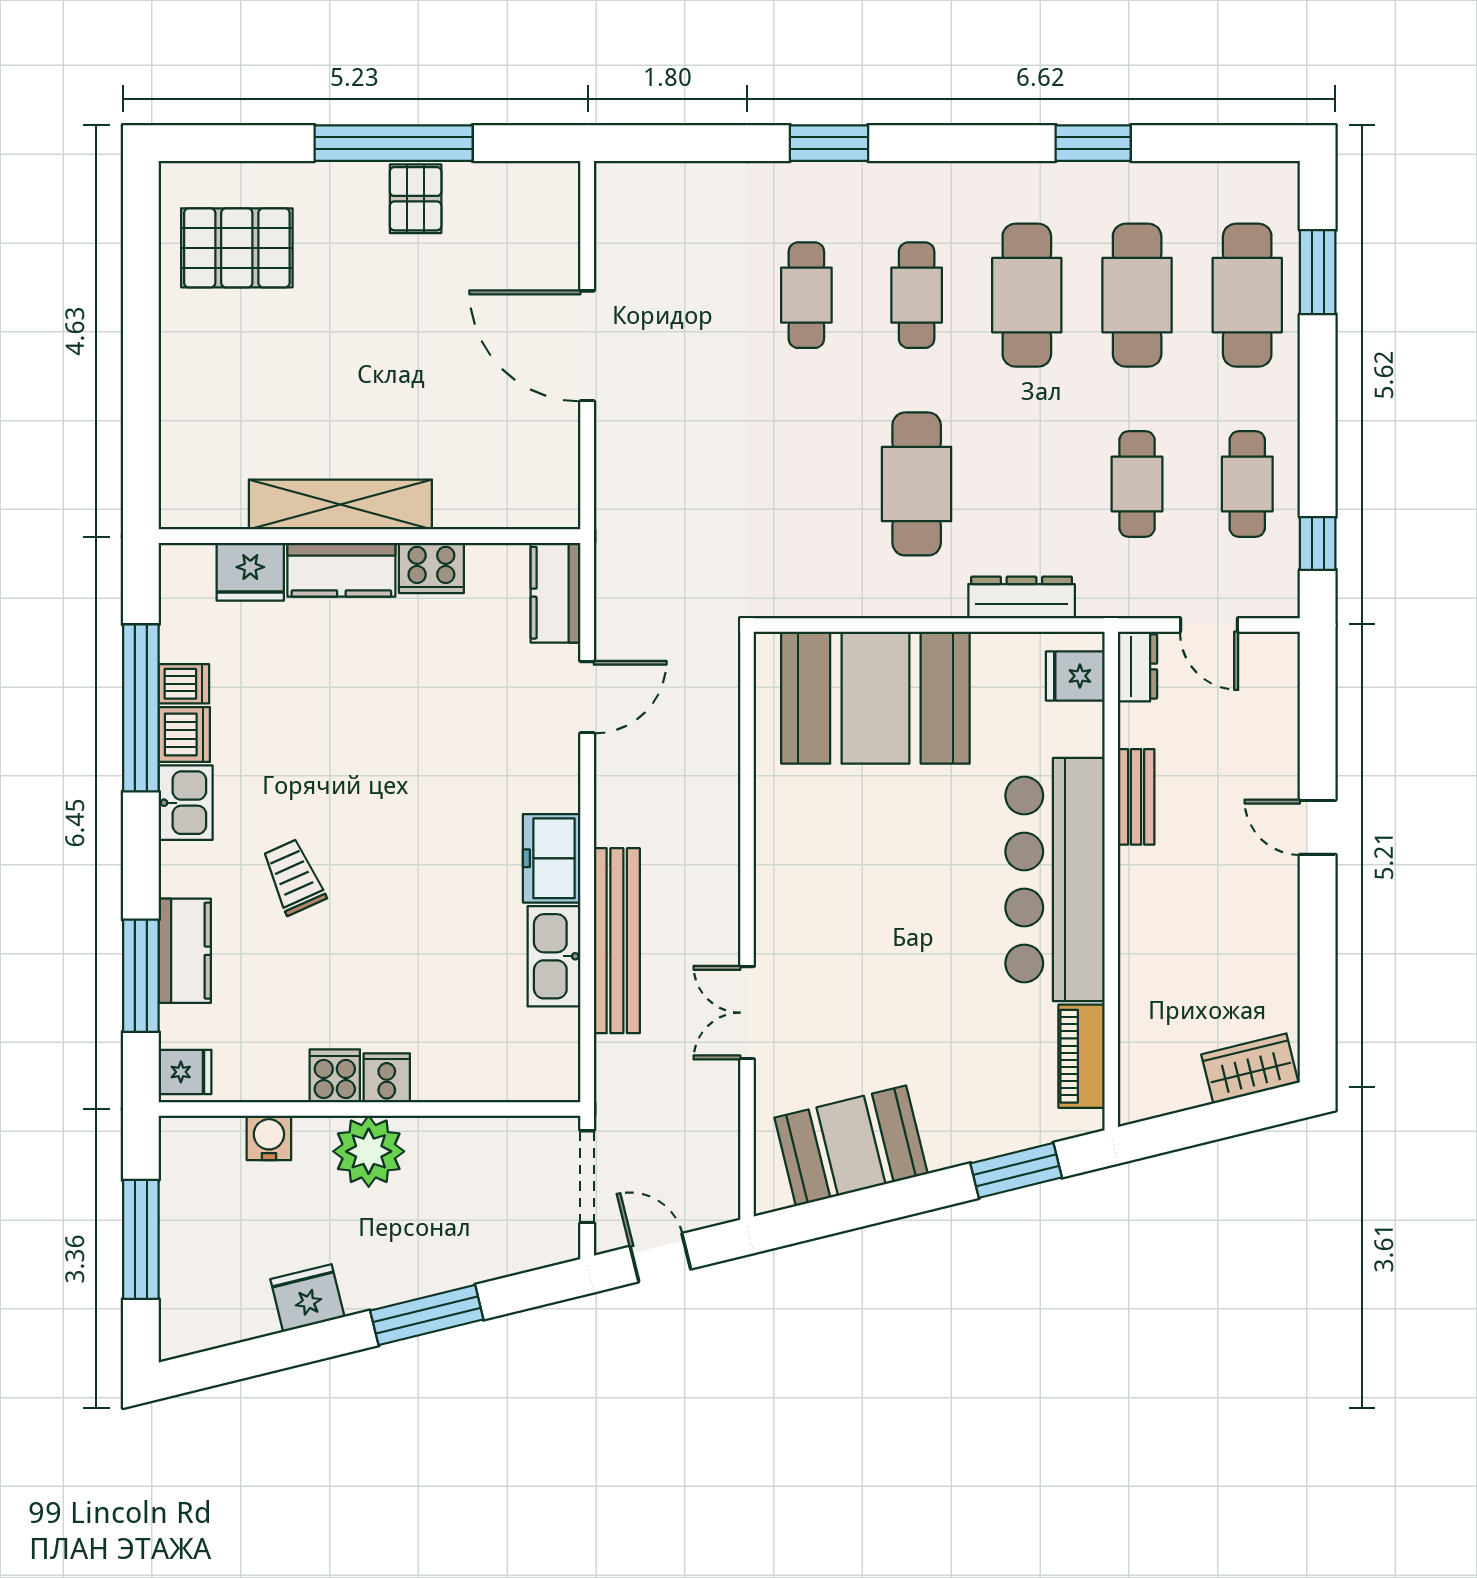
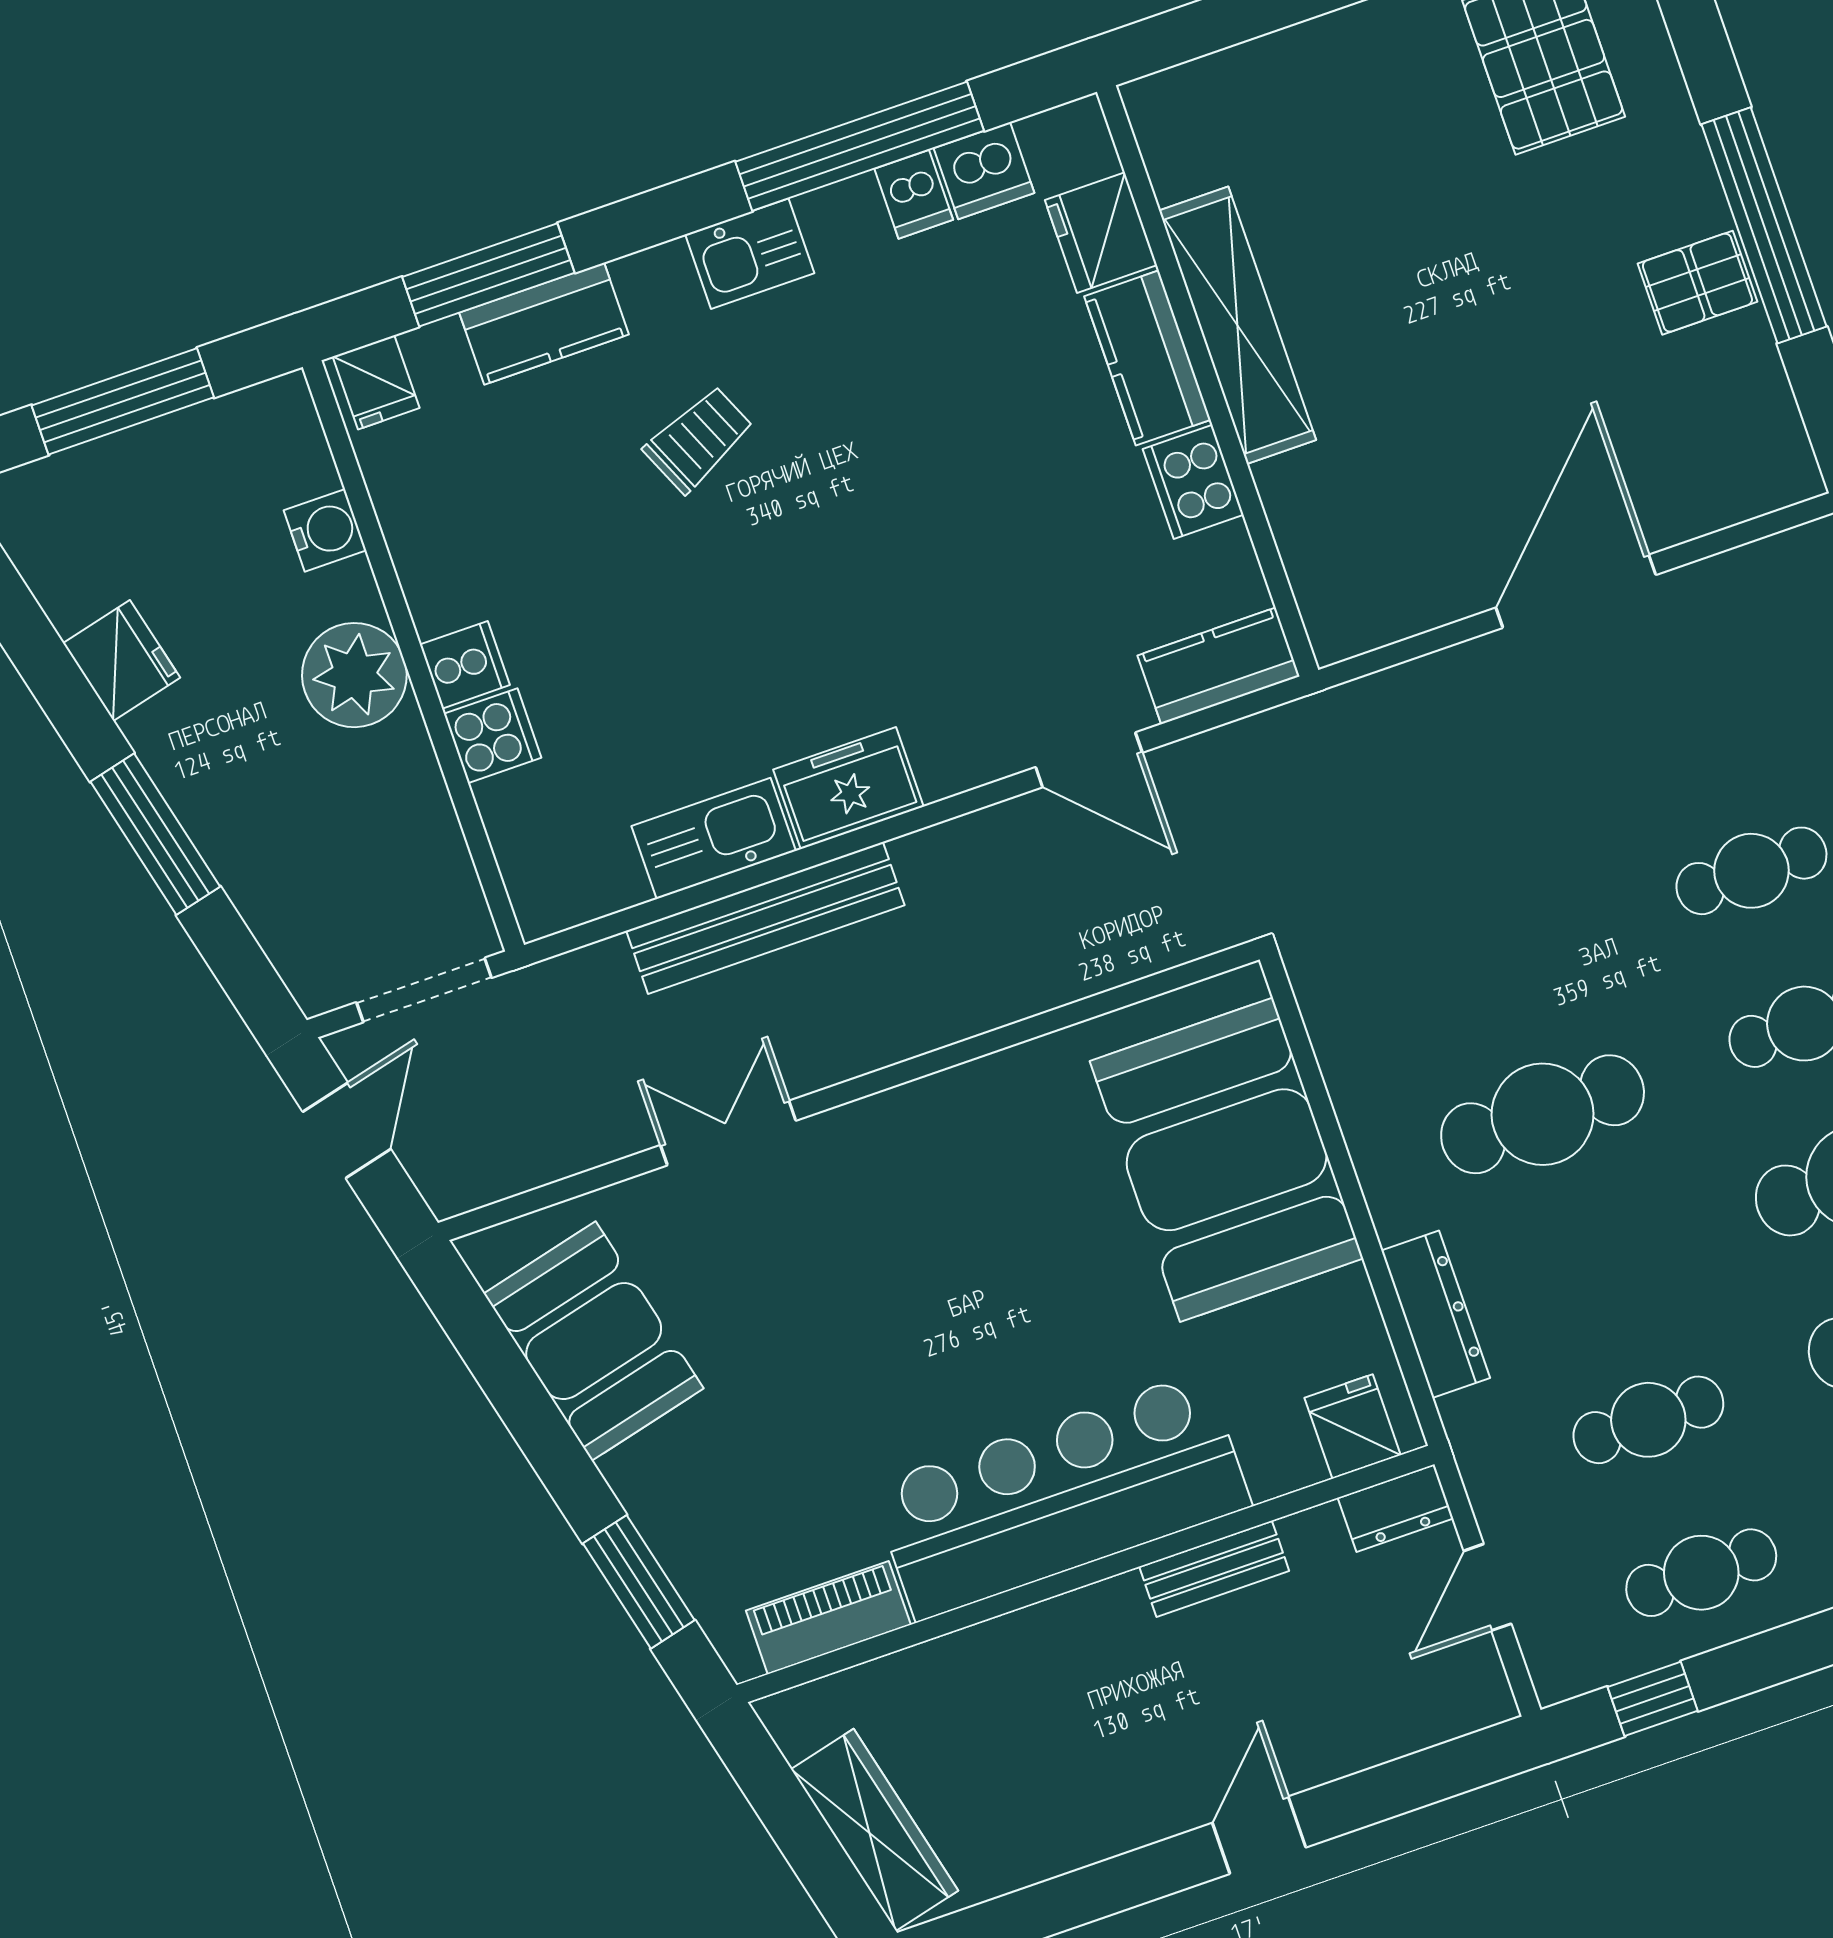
dishwasher: (184, 734) -> (984, 171), moved
wardrobe: (1250, 1069) -> (875, 1830), width x1.50
cooker: (335, 1076) -> (493, 736), moved

